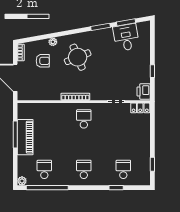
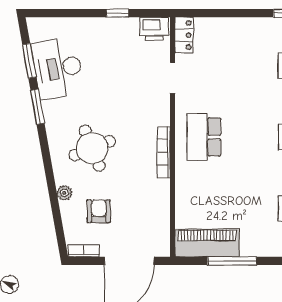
desk: (126, 37) -> (58, 68), width x1.37
school desk: (84, 119) -> (204, 137), width x1.85
piano: (25, 137) -> (207, 243), moved

